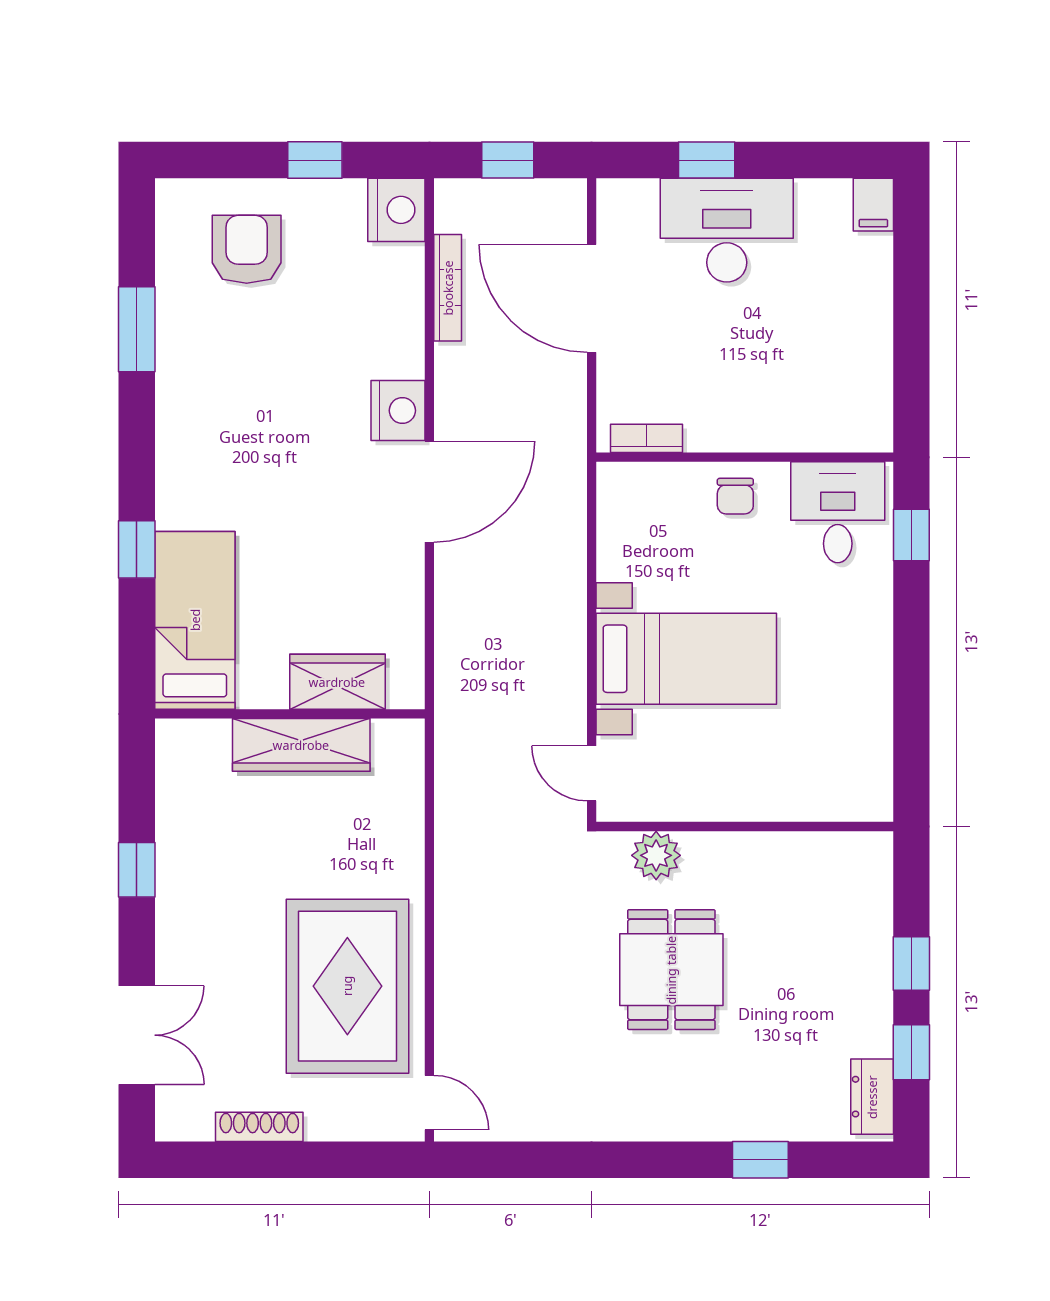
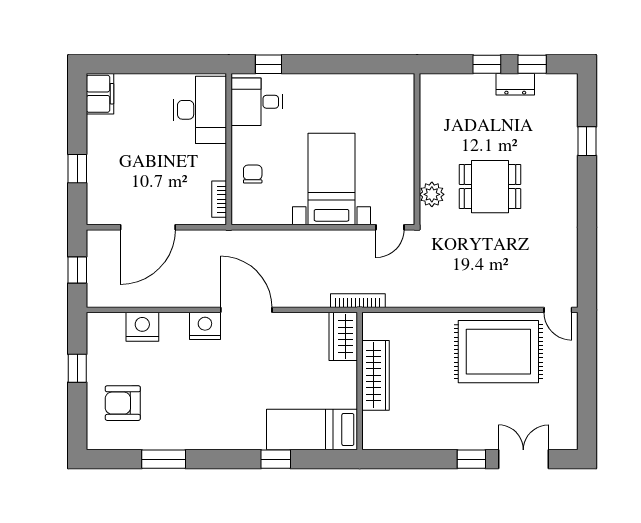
filing cabinet: (873, 205) -> (100, 94), width x2.00
nightstand: (396, 210) -> (142, 327), moved
desk: (727, 230) -> (200, 110), moved, turned 180
bookcase: (448, 288) -> (358, 301), moved
chair: (735, 496) -> (253, 174), moved, turned -90
wardrobe: (337, 682) -> (343, 336), moved
window: (137, 870) -> (471, 459), moved
dresser: (872, 1097) -> (515, 84), moved
door: (429, 1103) -> (558, 310), swing flipped
shoe rack: (259, 1127) -> (570, 397), removed

